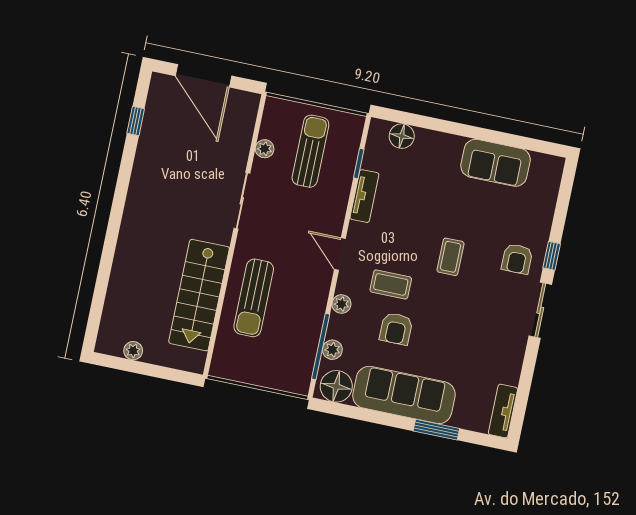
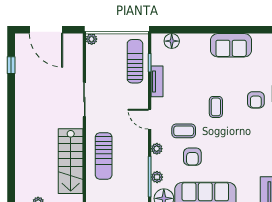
plant: (265, 149) -> (92, 39), moved
sun lounger: (310, 151) -> (135, 61), moved

